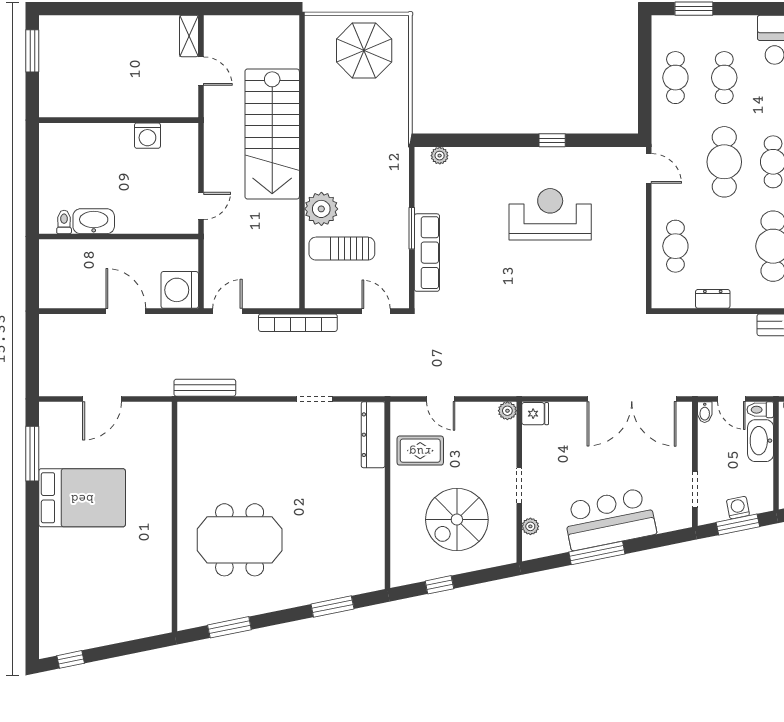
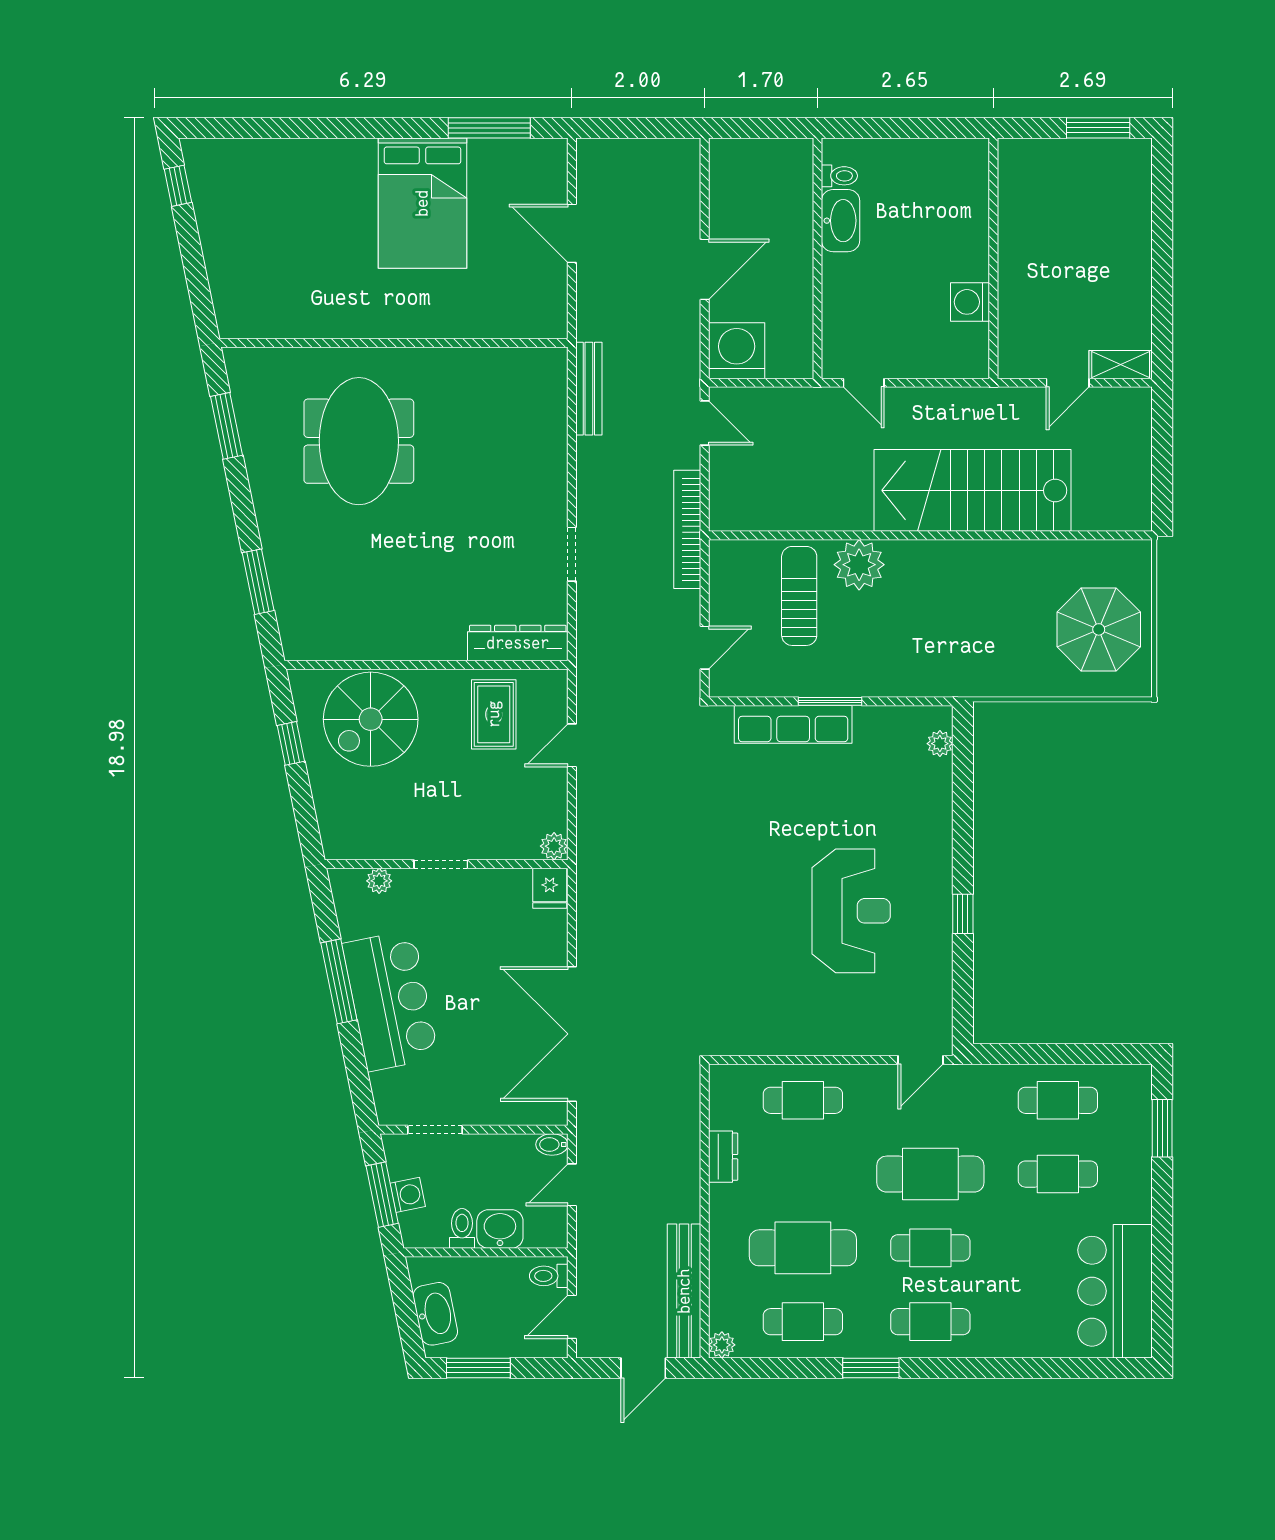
toilet: (760, 410) -> (462, 1228), moved
washbasin: (761, 441) -> (500, 1229), width x0.72
spiral stairs: (457, 520) -> (371, 719), moved, turned -90

